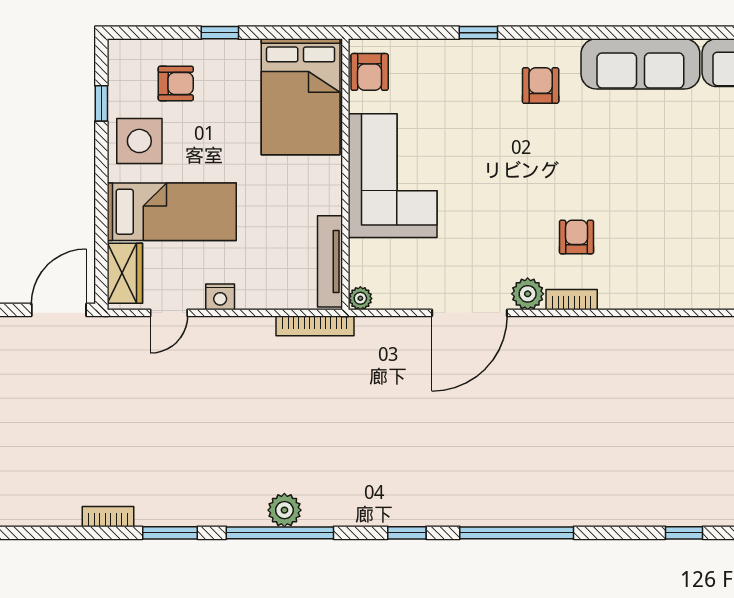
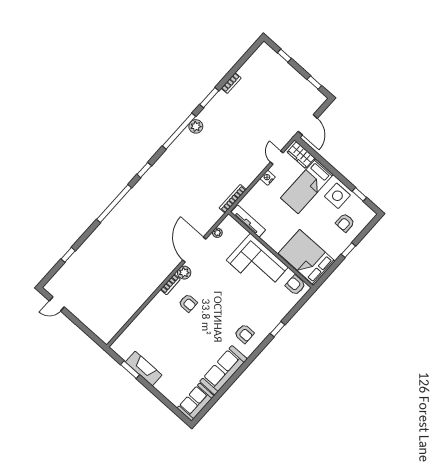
plant: (360, 298) -> (217, 233), moved
plant: (284, 510) -> (196, 126), moved

